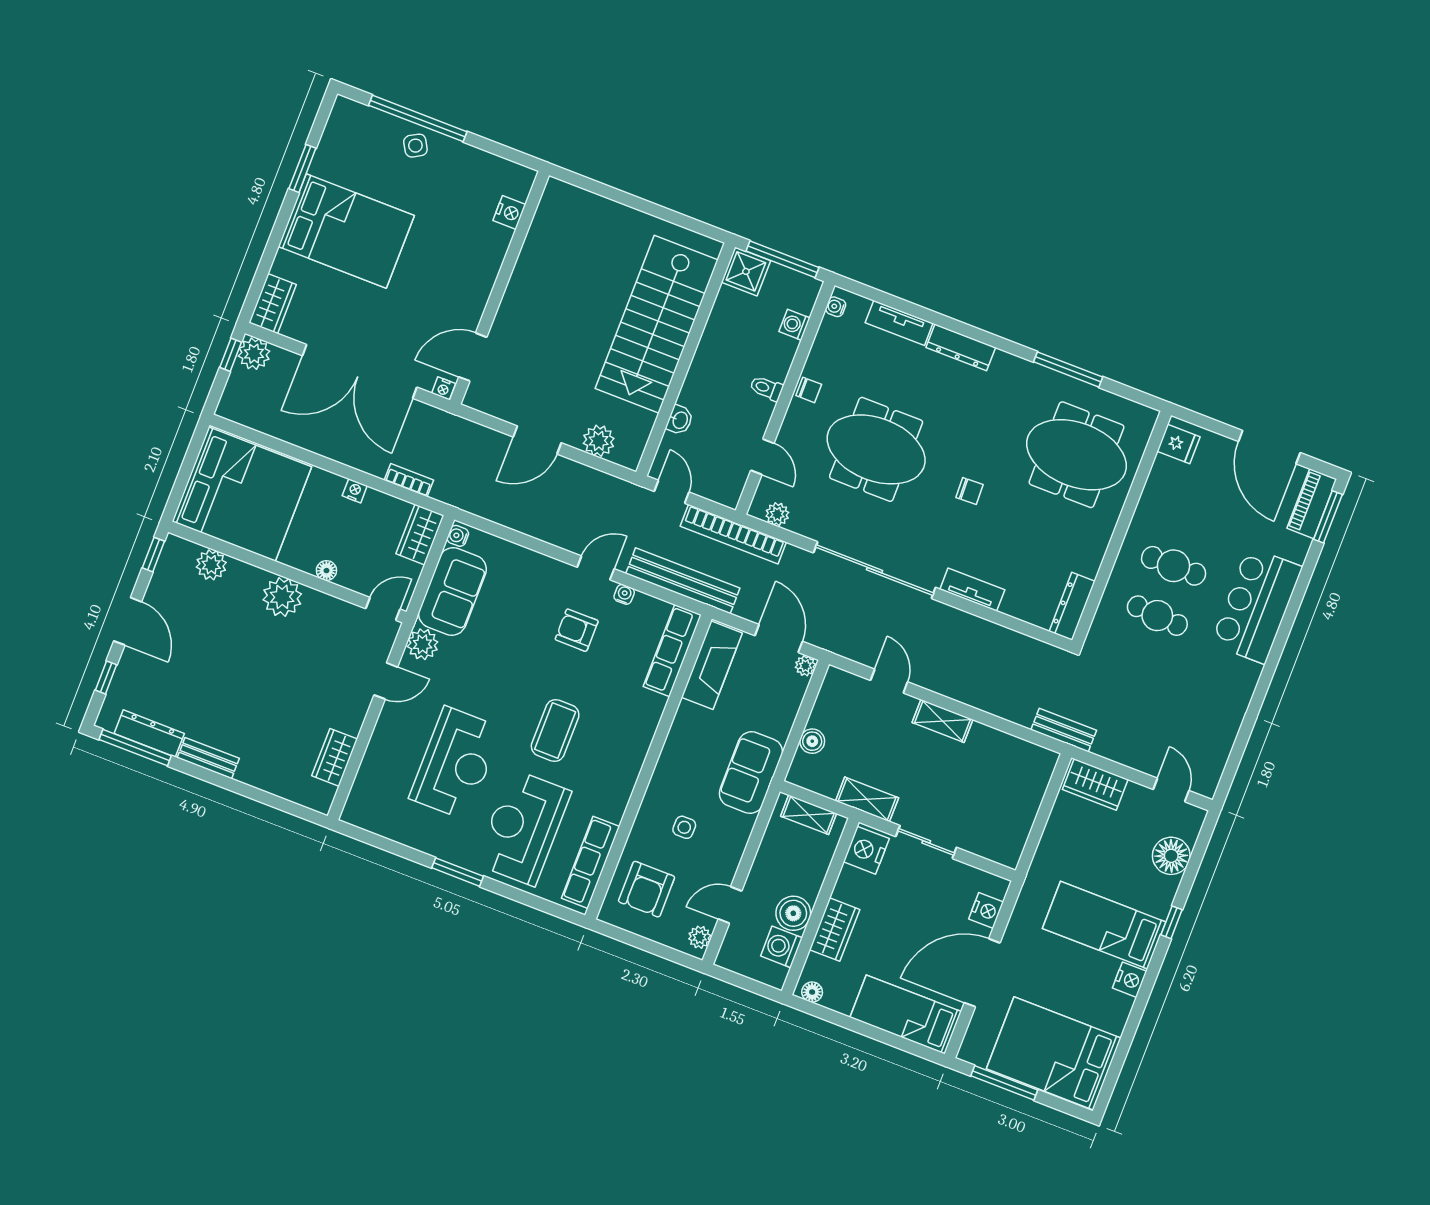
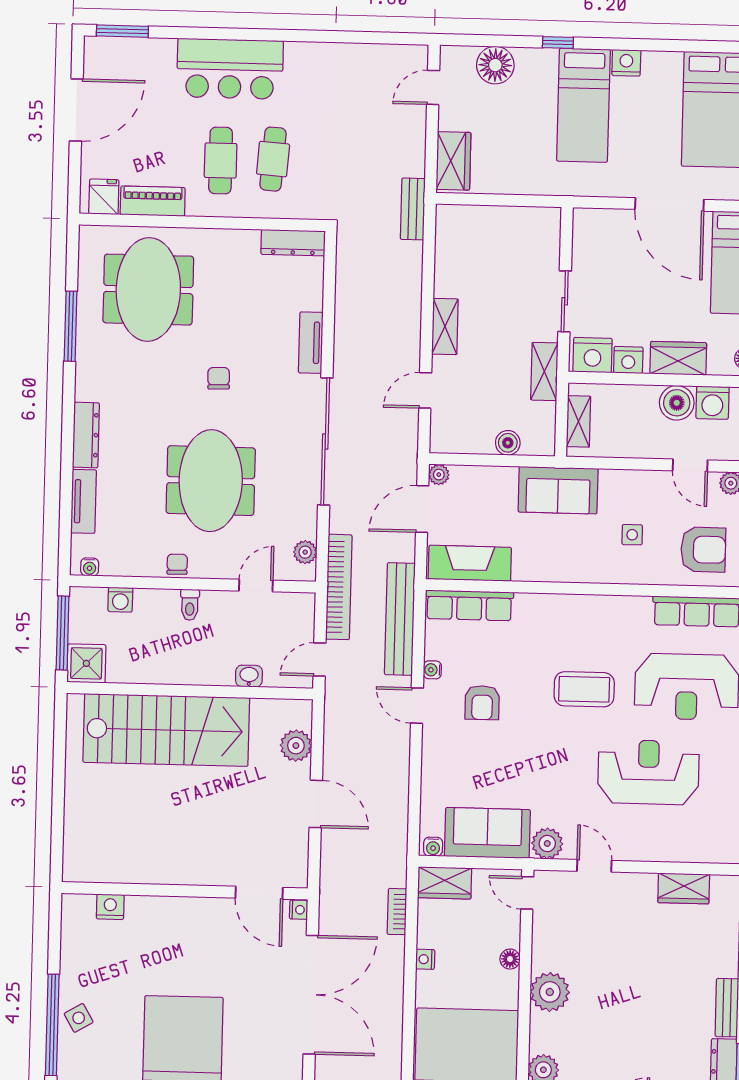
piano: (1312, 504) -> (153, 201), moved, turned 180
nightstand: (986, 910) -> (628, 360), moved, turned 180

